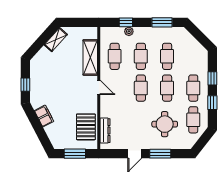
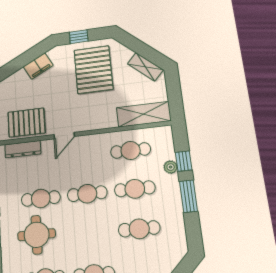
window: (162, 22) -> (188, 196), moved
shelving: (90, 57) -> (144, 114), moved
pallet: (53, 76) -> (93, 70), added
door: (99, 87) -> (64, 136), moved
cafe table: (167, 88) -> (41, 198), moved

